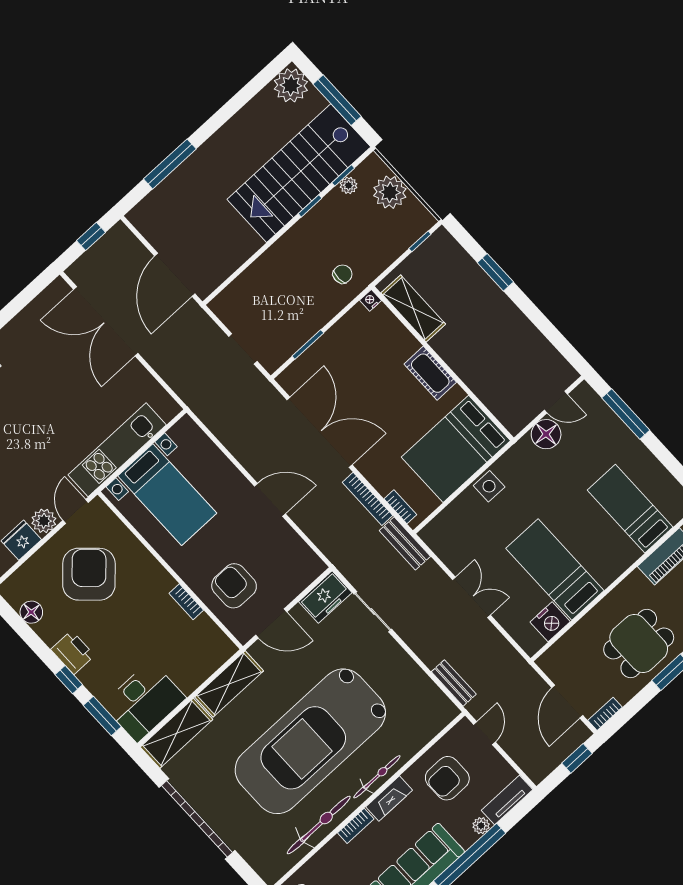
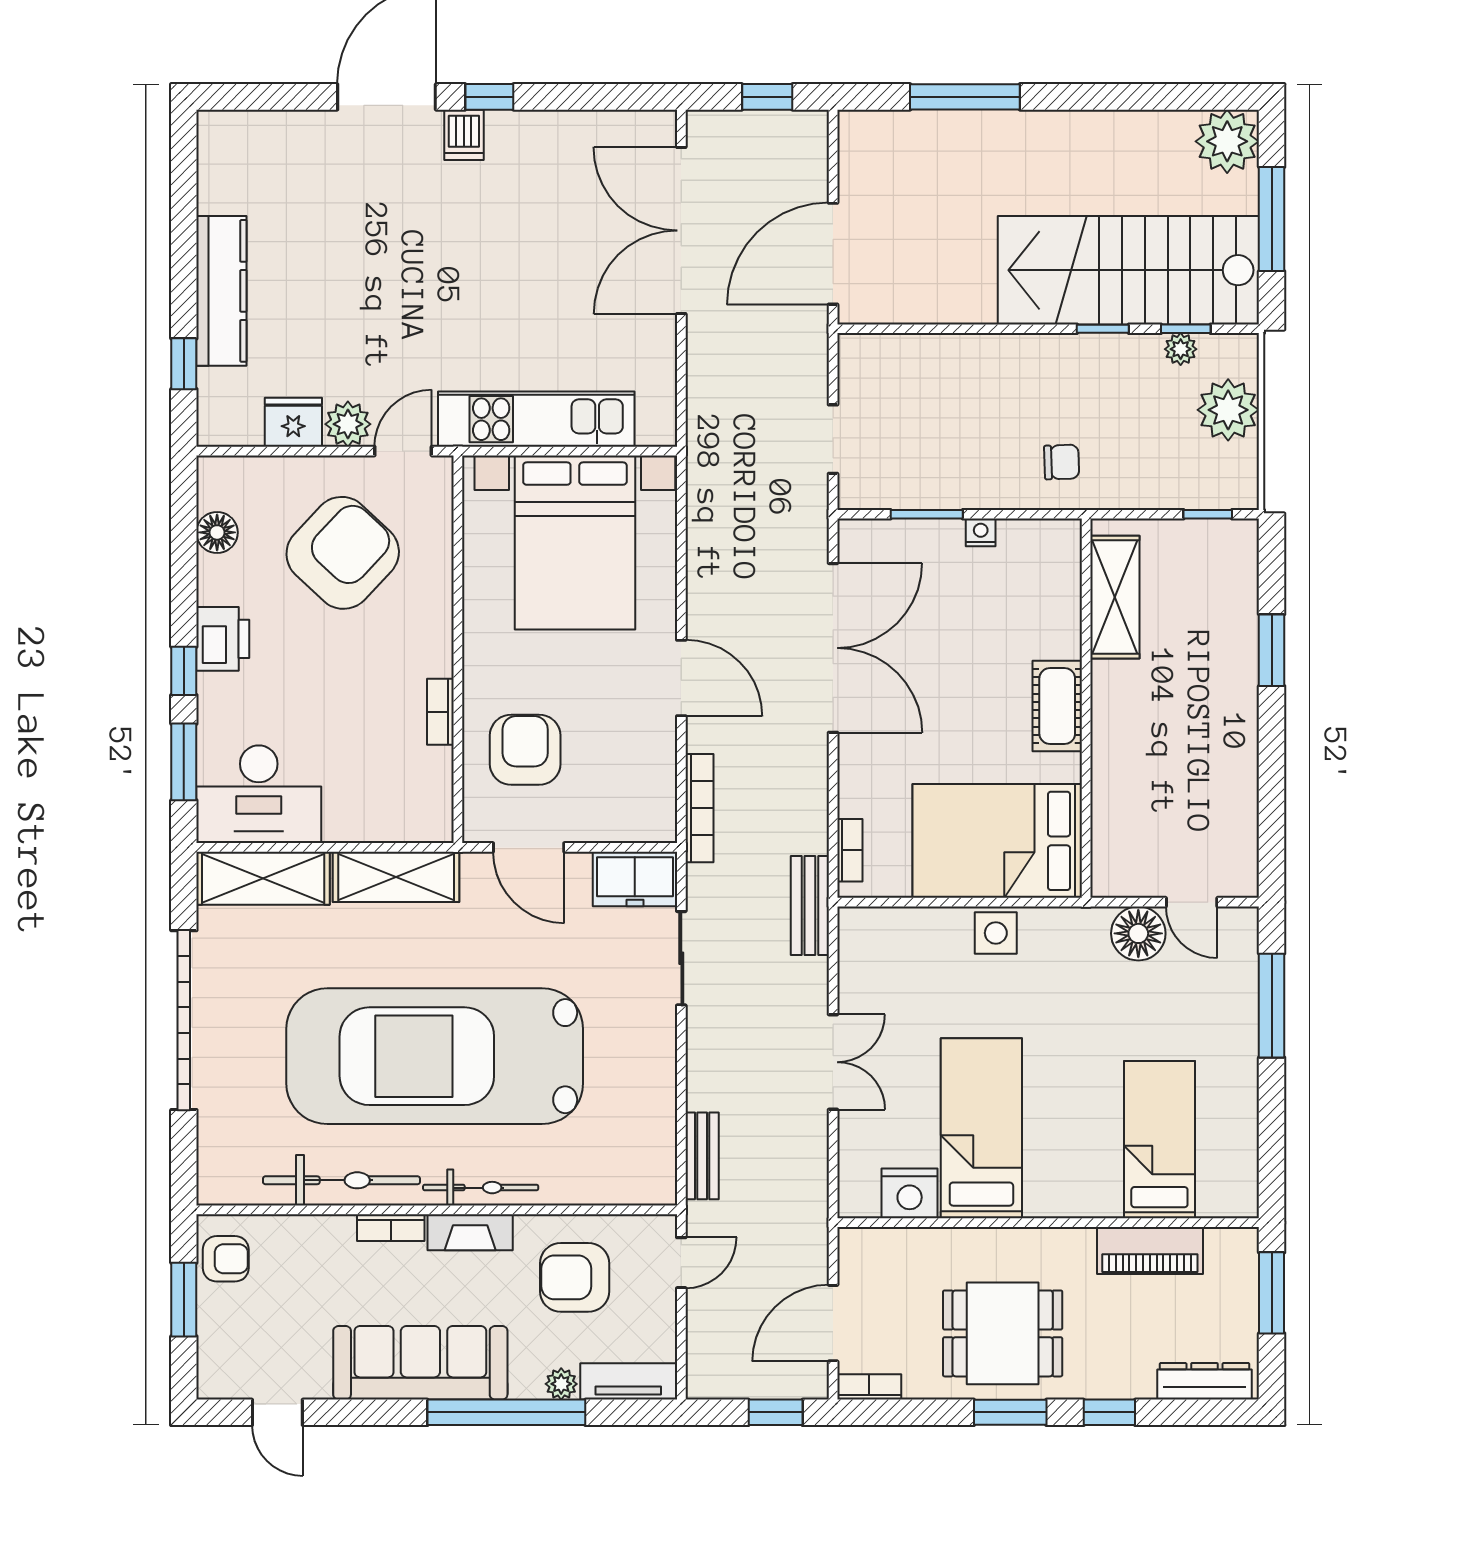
nightstand: (371, 300) -> (981, 532), moved
bed with nightstands: (167, 495) -> (575, 542), width x1.36
bookcase: (367, 499) -> (699, 808), moved, turned 180

